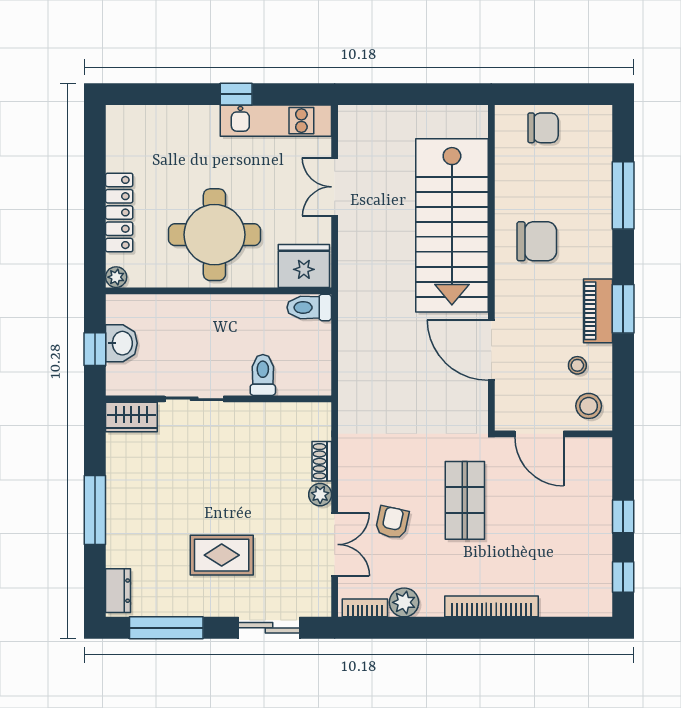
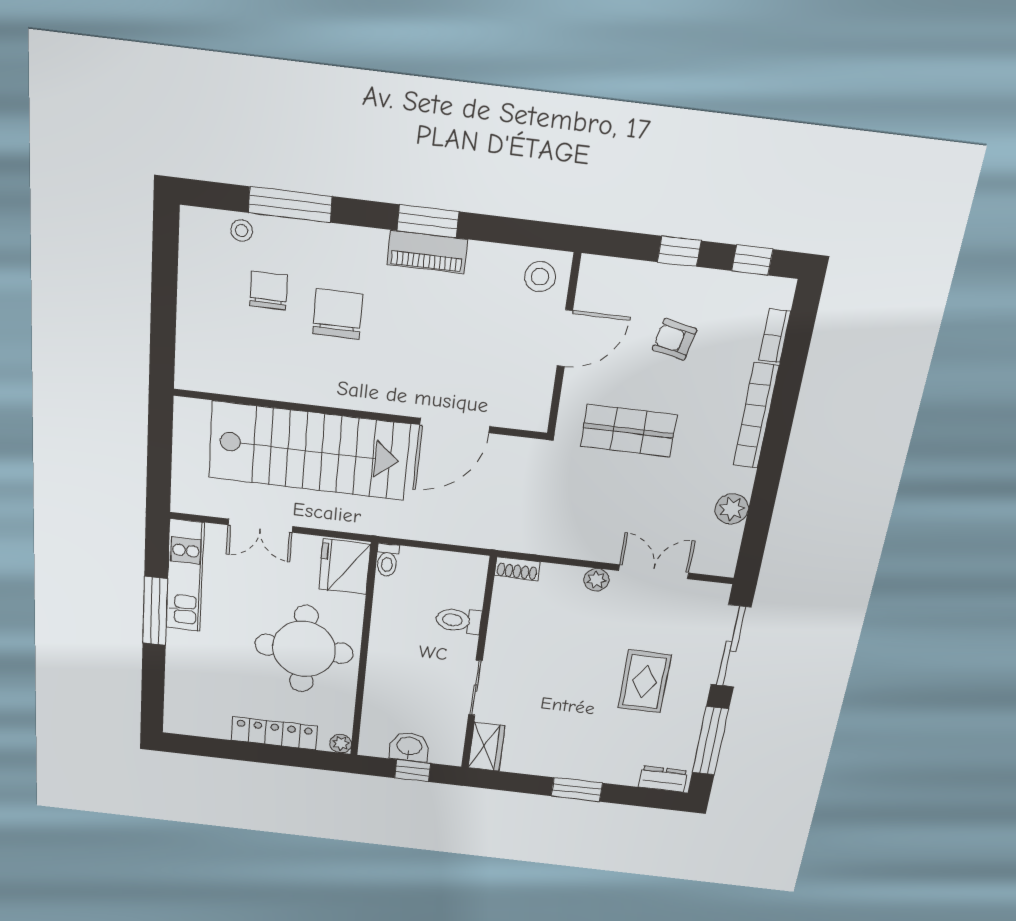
window: (236, 94) -> (155, 611), width x2.17
chair: (543, 128) -> (269, 291), moved
stairs: (452, 225) -> (309, 451), moved
wall: (491, 268) -> (360, 414), moved
toilet: (309, 307) -> (387, 560), width x0.73, depth x0.72
door: (491, 350) -> (455, 425), moved
stool: (577, 365) -> (241, 230), moved
shoe rack: (322, 461) -> (517, 569), moved
window: (95, 510) -> (577, 790), width x0.69
armchair: (392, 523) -> (674, 339), moved
bookcase: (365, 608) -> (775, 336), moved
sliding door: (269, 628) -> (731, 646), width x1.37

